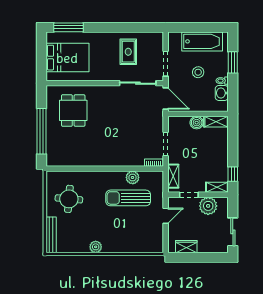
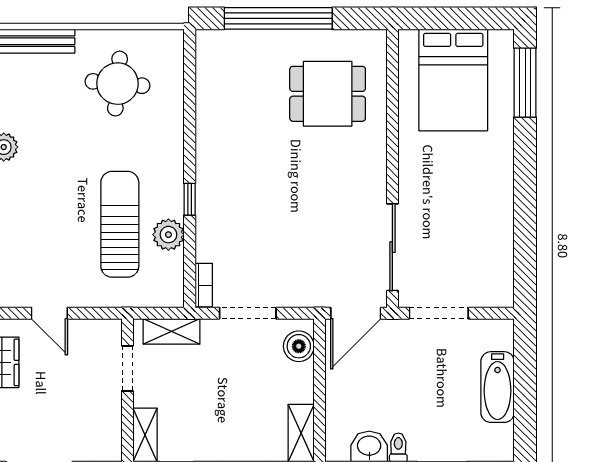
bathtub: (202, 41) -> (498, 387), width x0.73, depth x0.73
rug: (128, 52) -> (467, 224), removed
stool: (198, 72) -> (418, 390), removed
boiler: (197, 123) -> (299, 346), moved
window: (118, 169) -> (190, 199), added
plant: (208, 206) -> (101, 414), removed
door: (166, 216) -> (49, 313), moved

